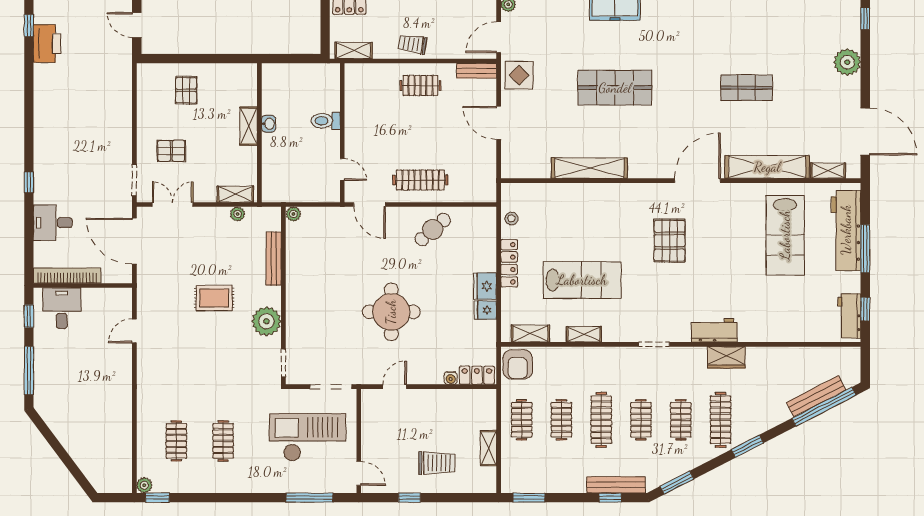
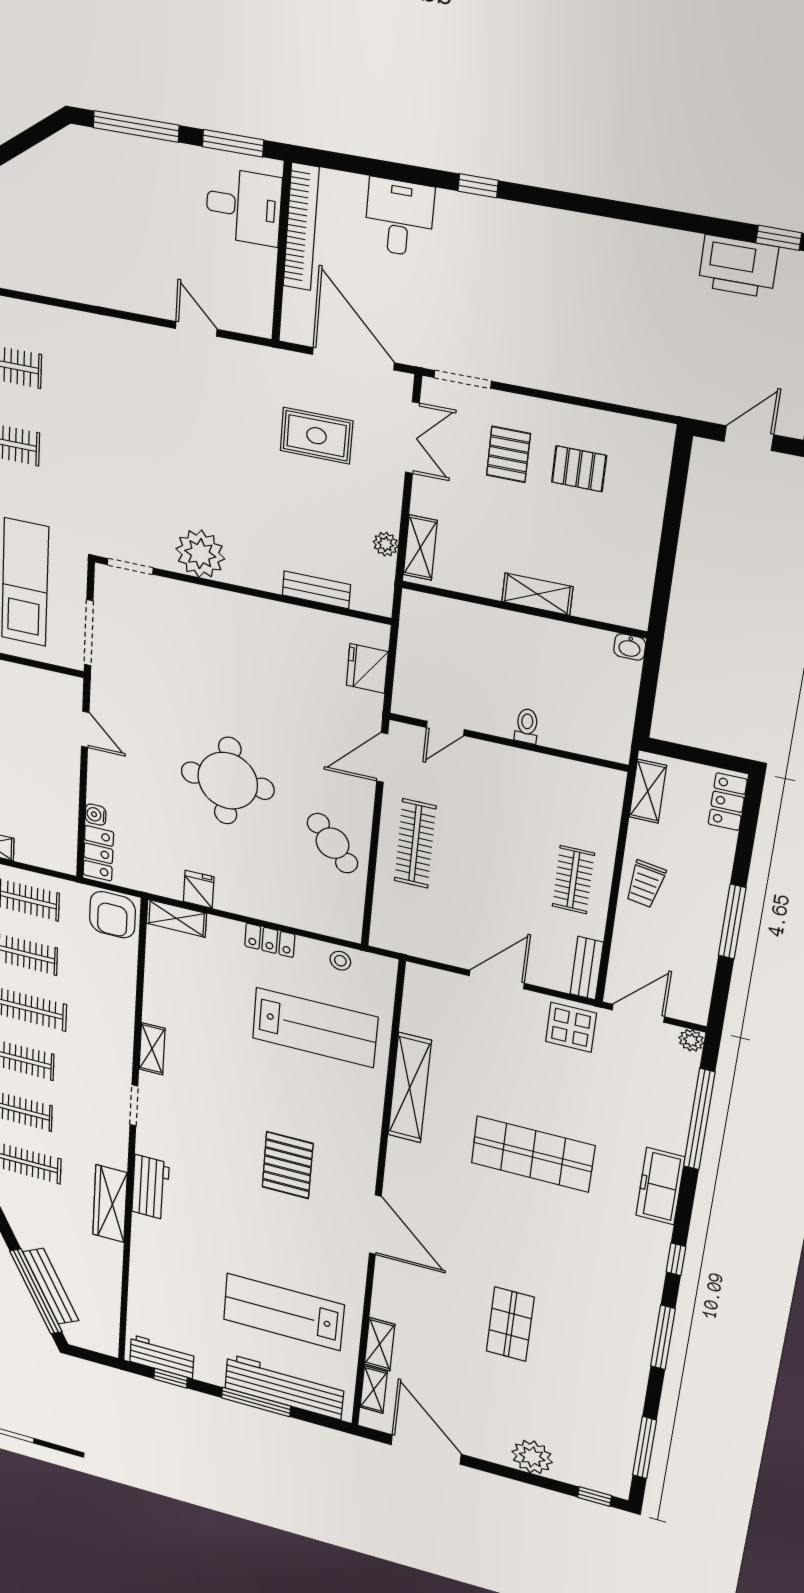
door: (499, 37) -> (638, 1013), hinge flipped
trolley: (413, 44) -> (645, 884), turned 180
shop shelf: (615, 88) -> (533, 1154), turned 90
pallet: (186, 90) -> (579, 469), moved
toilet: (326, 121) -> (527, 726), width x0.73, depth x0.72
washbasin: (269, 124) -> (630, 647), moved
door: (865, 132) -> (426, 1449), swing flipped
shelving: (767, 167) -> (380, 1344), width x0.45, depth x0.75
plant: (293, 214) -> (377, 635), removed
door: (134, 241) -> (353, 359), hinge flipped
pallet: (670, 241) -> (288, 1165), turned 90
bench: (274, 259) -> (316, 590), width x0.73
locker: (509, 263) -> (270, 940), width x0.66
lab bench: (582, 280) -> (315, 1028), moved, turned -90
fridge: (485, 286) -> (367, 669), moved, turned -90
rug: (214, 298) -> (316, 436), moved, turned 90
round table: (391, 312) -> (228, 781), moved
window: (29, 316) -> (233, 143), width x1.50
shelving: (530, 334) -> (176, 918), moved, turned 90
shelving: (584, 334) -> (152, 1049), moved
wardrobe: (726, 357) -> (110, 1204), width x1.50
armchair: (518, 364) -> (112, 915), turned -90

